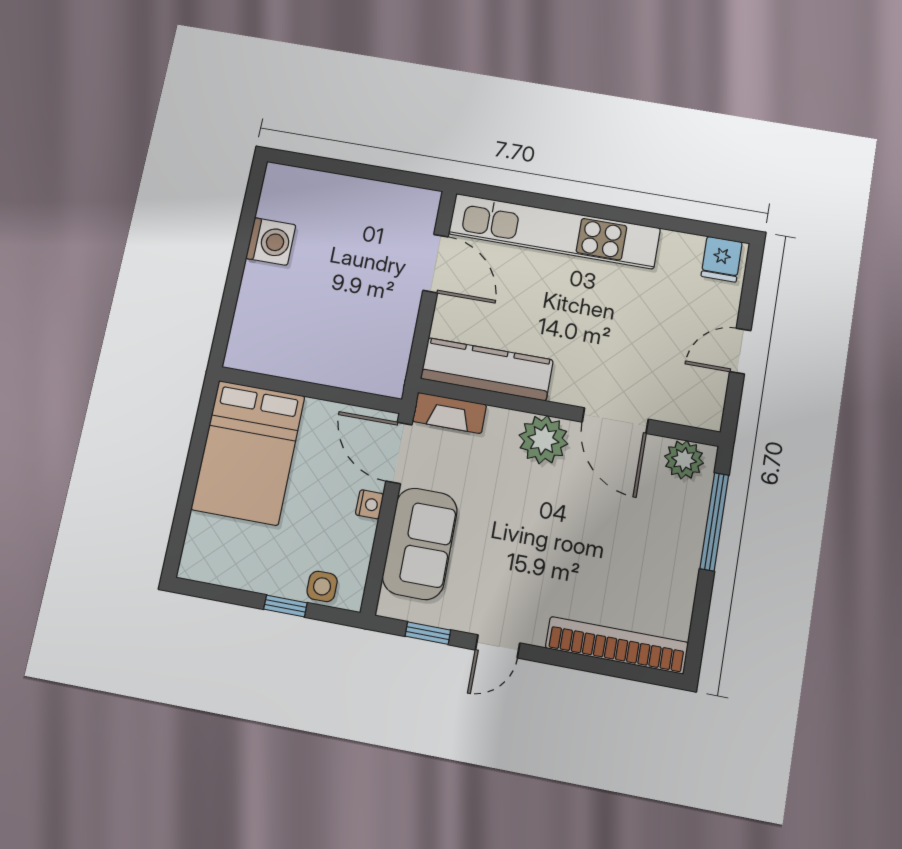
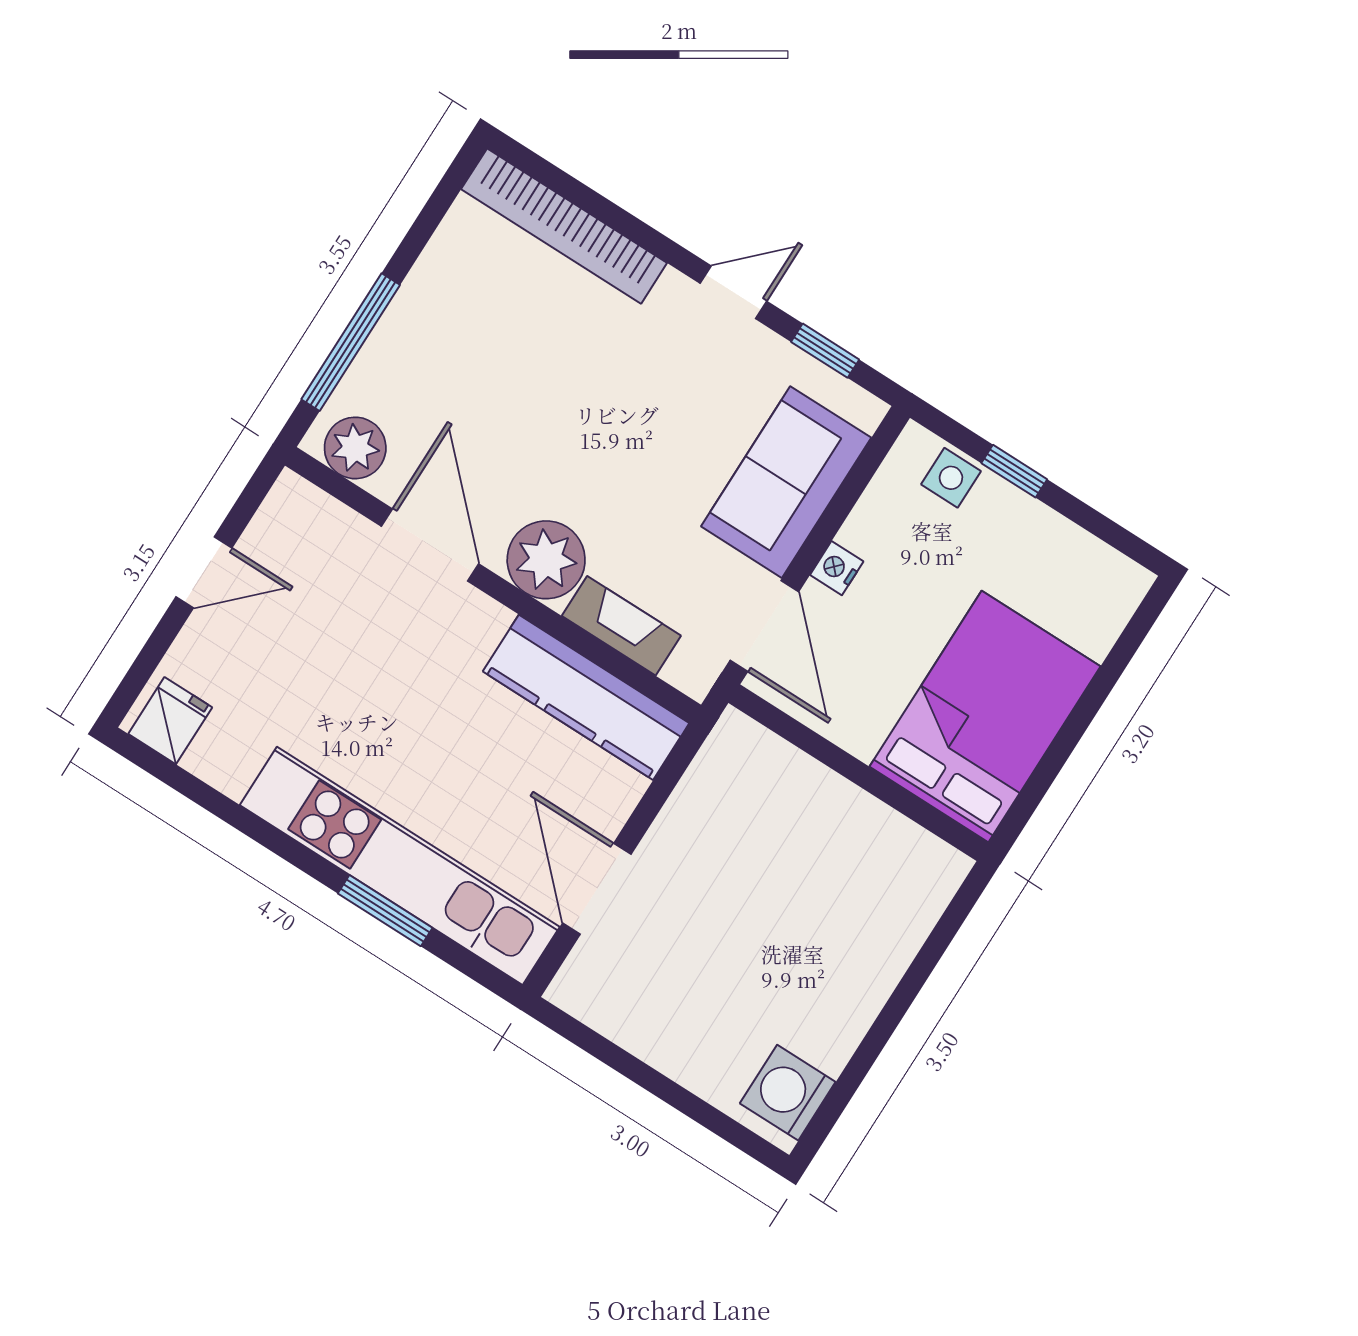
window: (552, 203) -> (385, 911), added
washing machine: (271, 242) -> (788, 1093), moved
fireplace: (449, 413) -> (621, 626), moved

